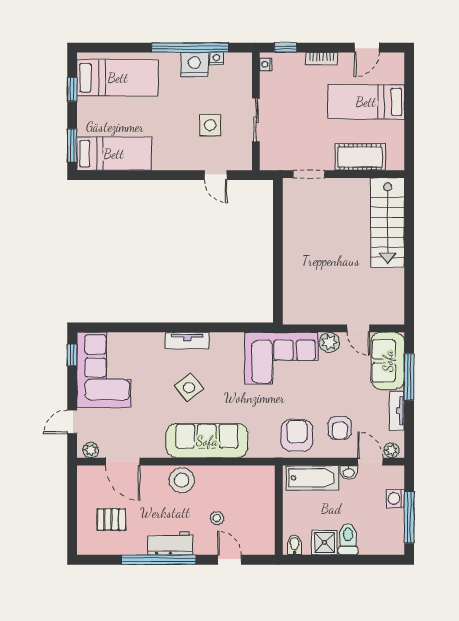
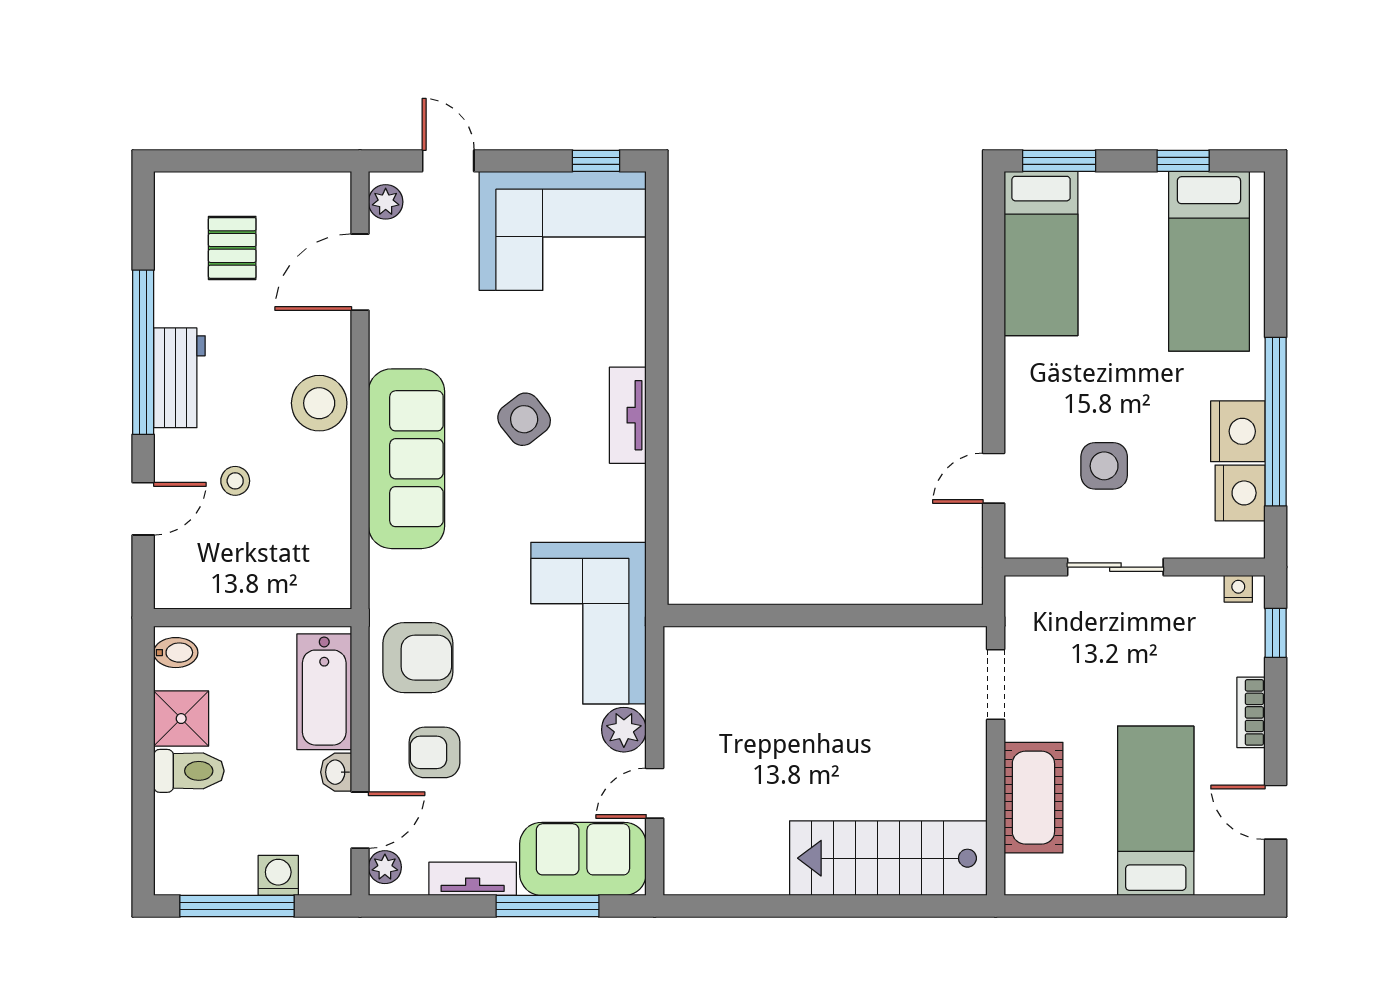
nightstand: (216, 59) -> (1240, 493), width x1.89, depth x1.79

